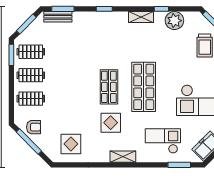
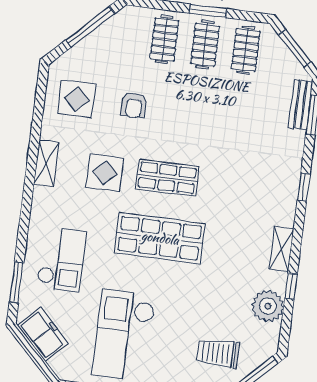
window: (11, 55) -> (208, 11), moved
armchair: (34, 127) -> (134, 105), moved
shelving: (123, 157) -> (46, 163), moved

